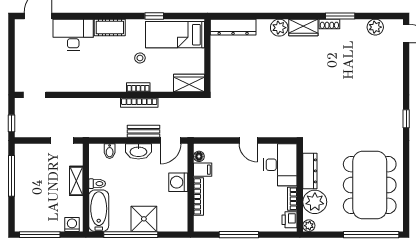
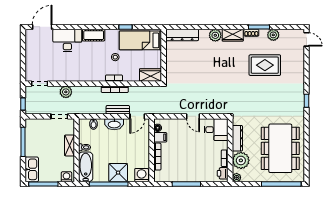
plant: (375, 27) -> (273, 35), moved
rug: (348, 69) -> (265, 65), added
plant: (71, 106) -> (66, 92), added
desk: (280, 165) -> (216, 130), width x0.73
washing machine: (178, 182) -> (142, 175), moved, turned 90
kitchen sink: (24, 214) -> (32, 169), added

